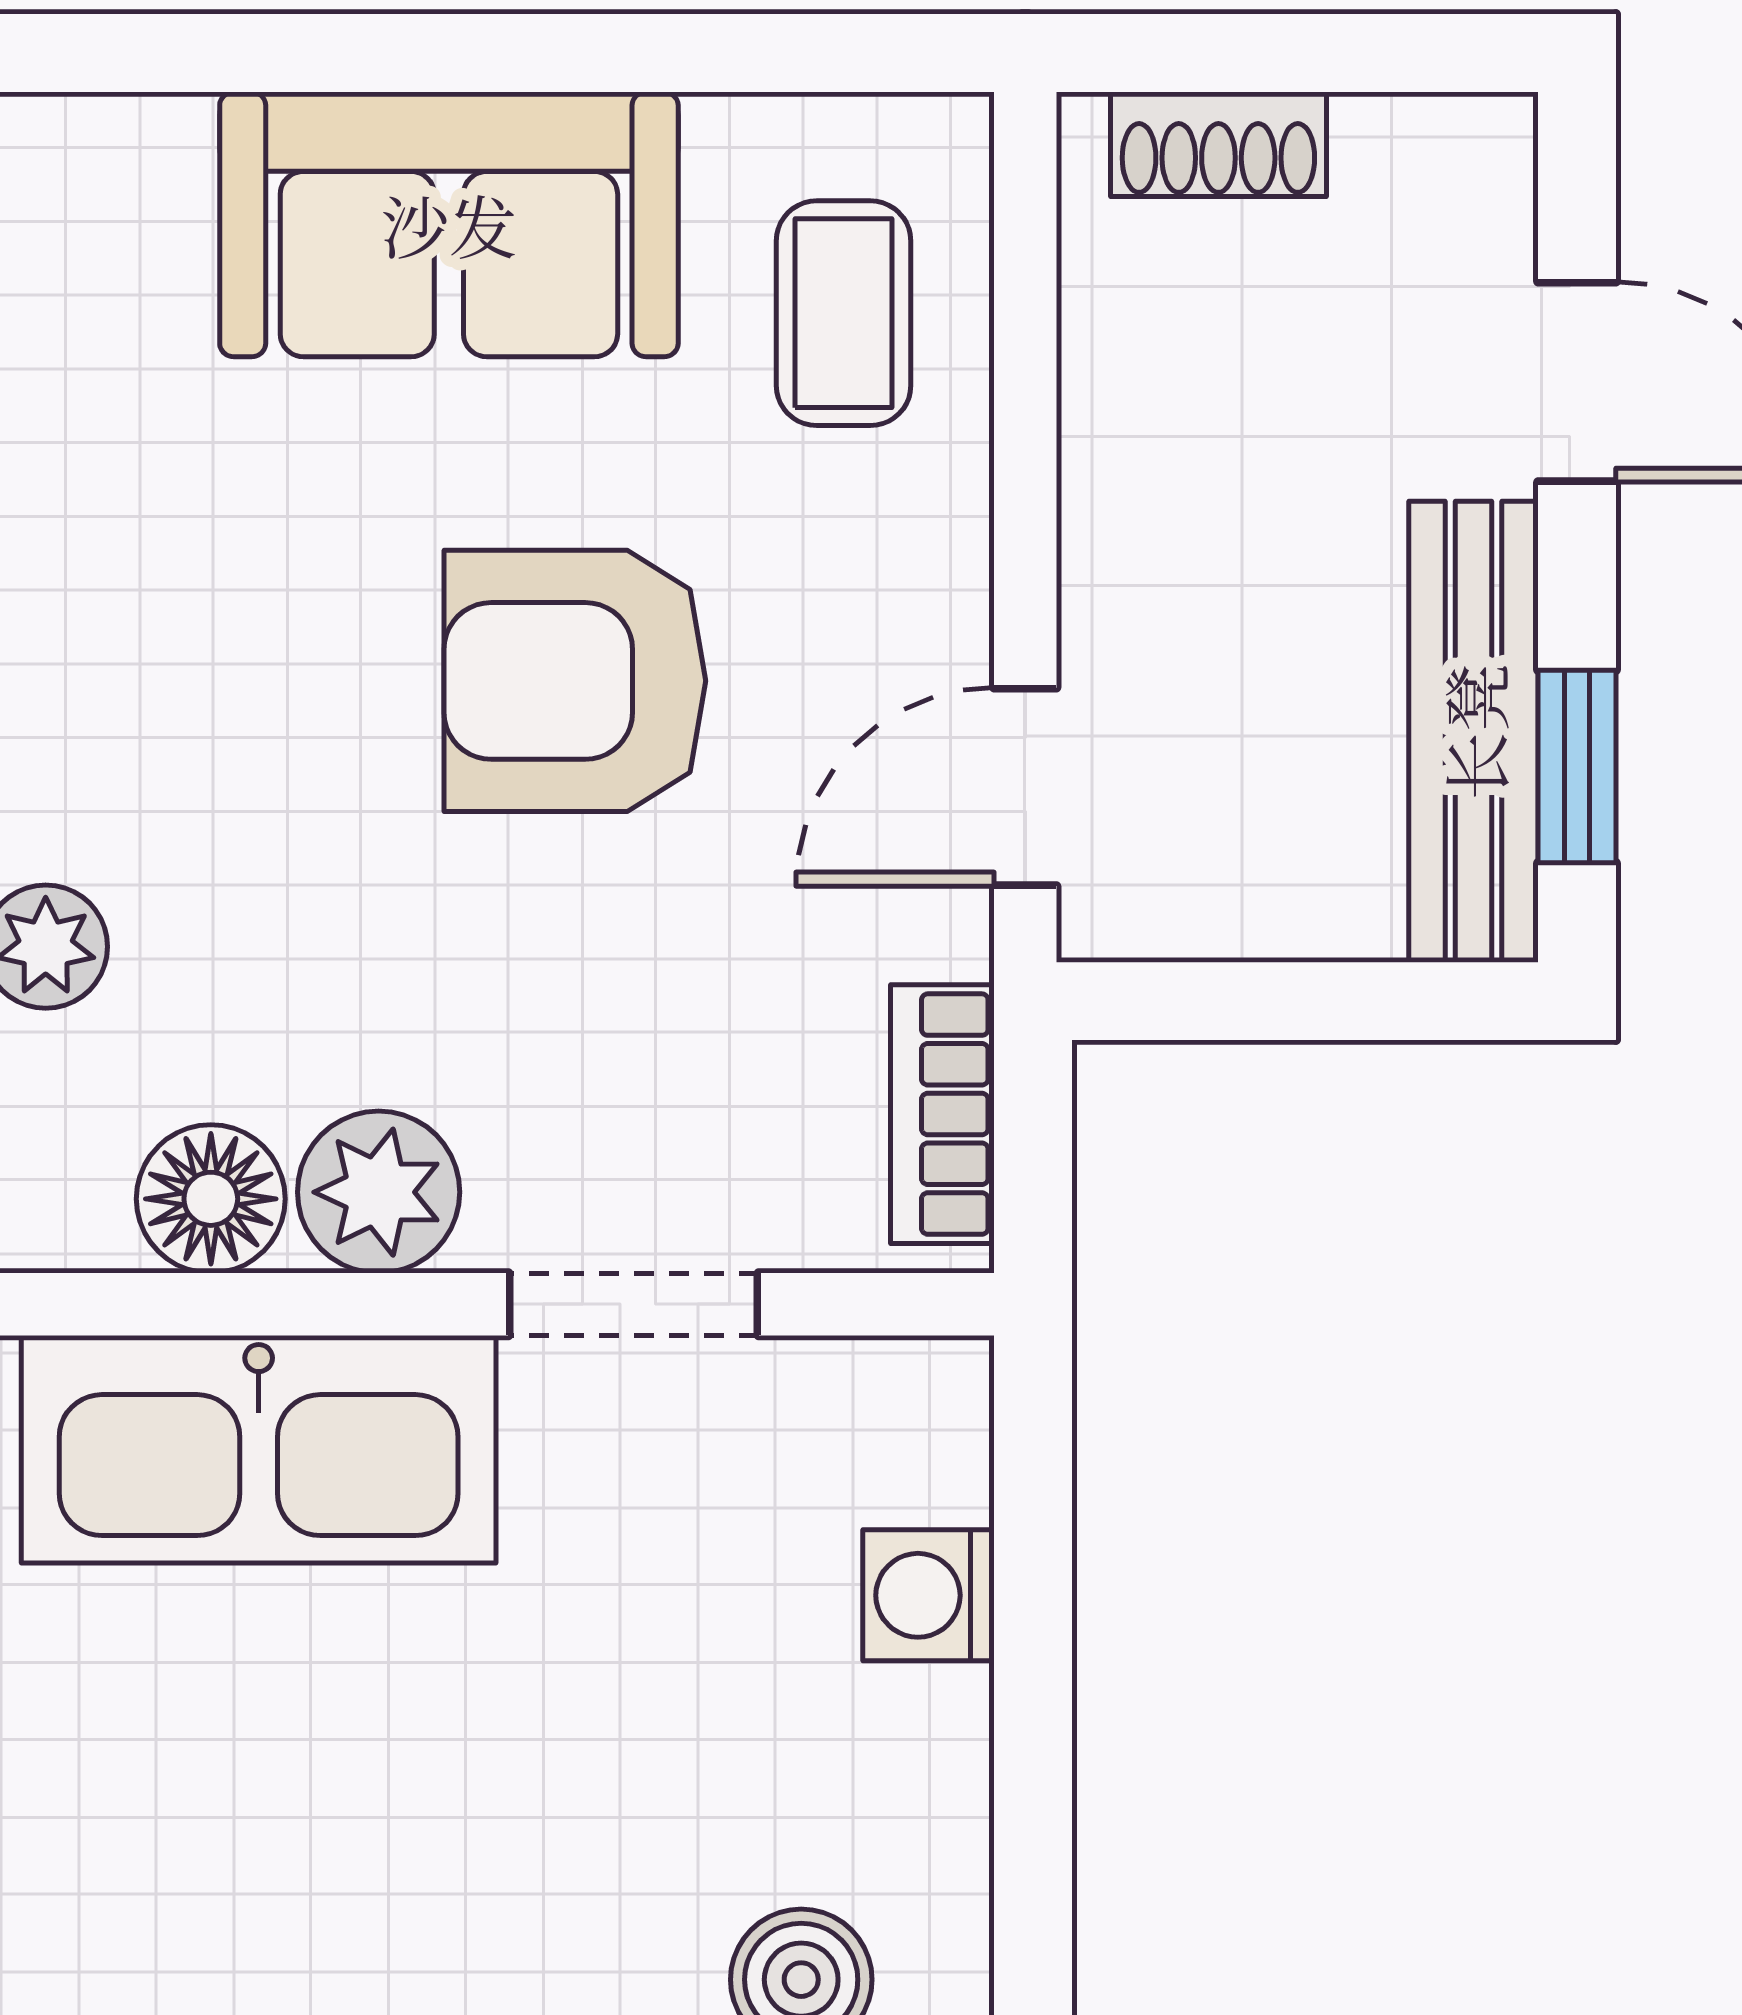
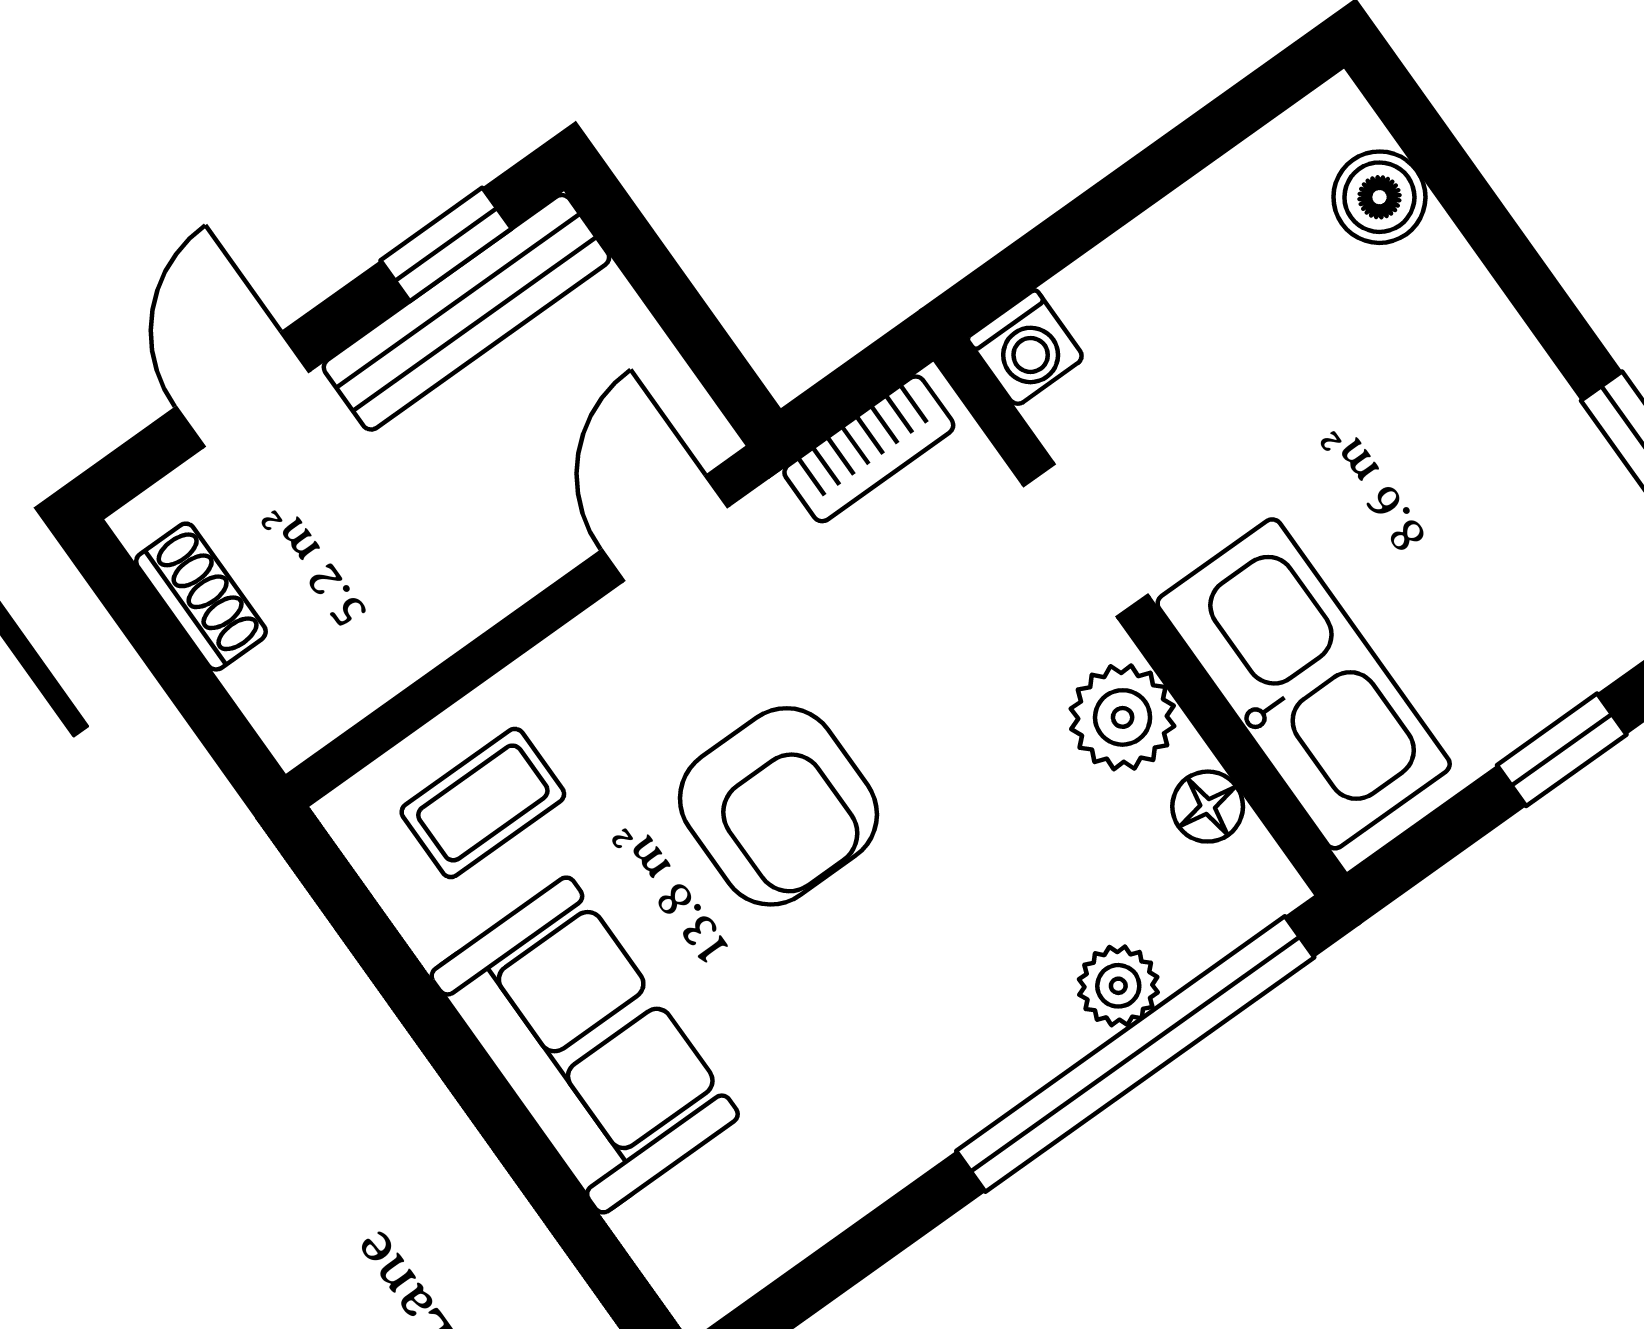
shoe rack: (1218, 144) -> (201, 597), moved
door: (1025, 787) -> (665, 528), swing flipped
floor lamp: (211, 1199) -> (1208, 807), width x0.73, depth x0.73
washing machine: (928, 1595) -> (1026, 348), moved

